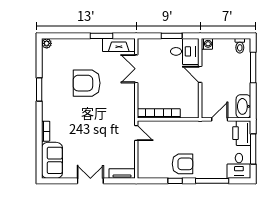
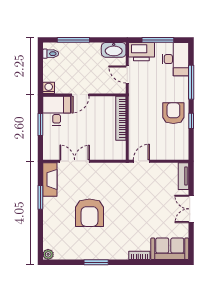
double door: (136, 69) -> (75, 161), swing flipped
bookcase: (159, 113) -> (121, 118), moved
desk: (239, 166) -> (175, 59), width x1.37

